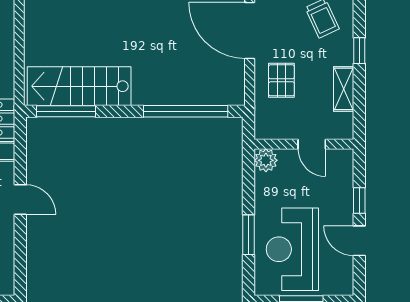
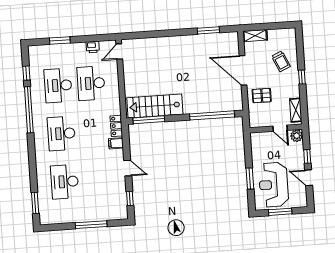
pallet: (281, 80) -> (262, 96), turned 90
shelving: (344, 89) -> (296, 110), moved
plant: (266, 160) -> (297, 136), moved
window: (20, 257) -> (130, 198), added

